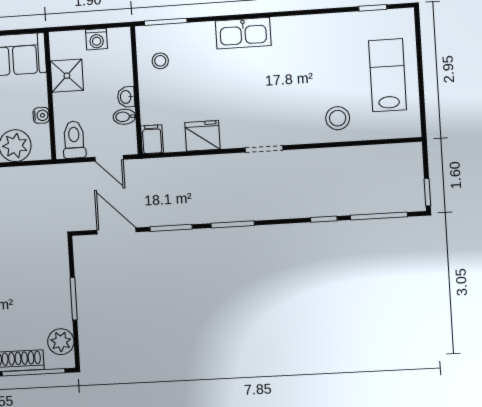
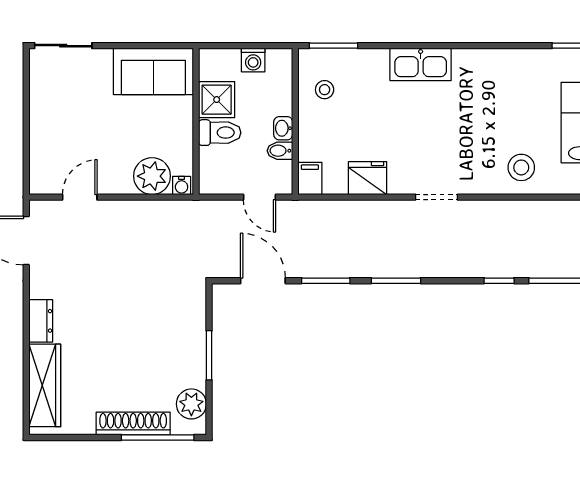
water cooler: (41, 115) -> (182, 185), moved, turned 90
toilet: (74, 140) -> (220, 133), moved, turned 90

